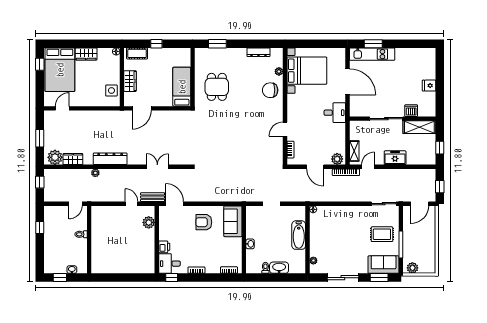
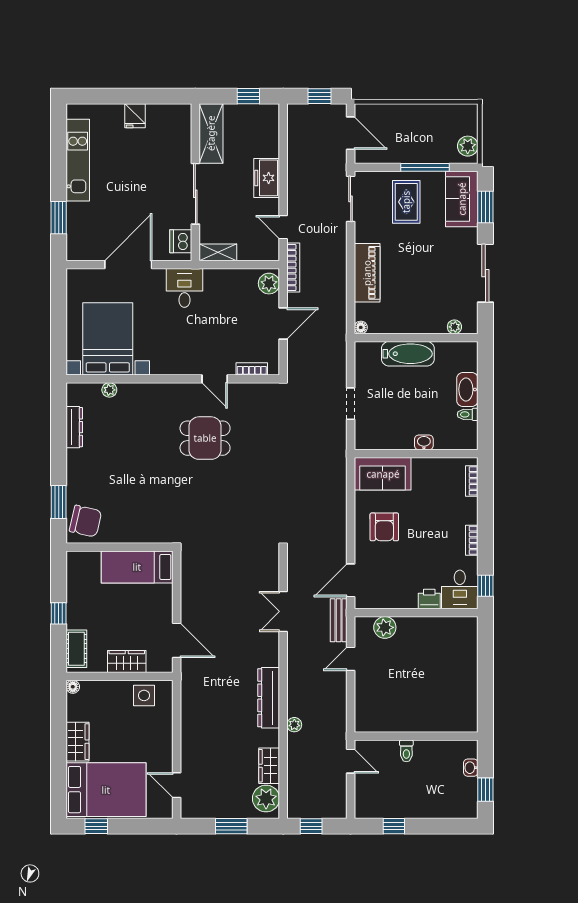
kitchen unit: (372, 54) -> (78, 160), moved
dining table: (217, 87) -> (205, 438), moved
chair: (270, 90) -> (85, 521), moved, turned -77
dishwasher: (411, 111) -> (181, 241), moved
shelving: (354, 151) -> (218, 252), moved
piano: (343, 213) -> (367, 273), added

